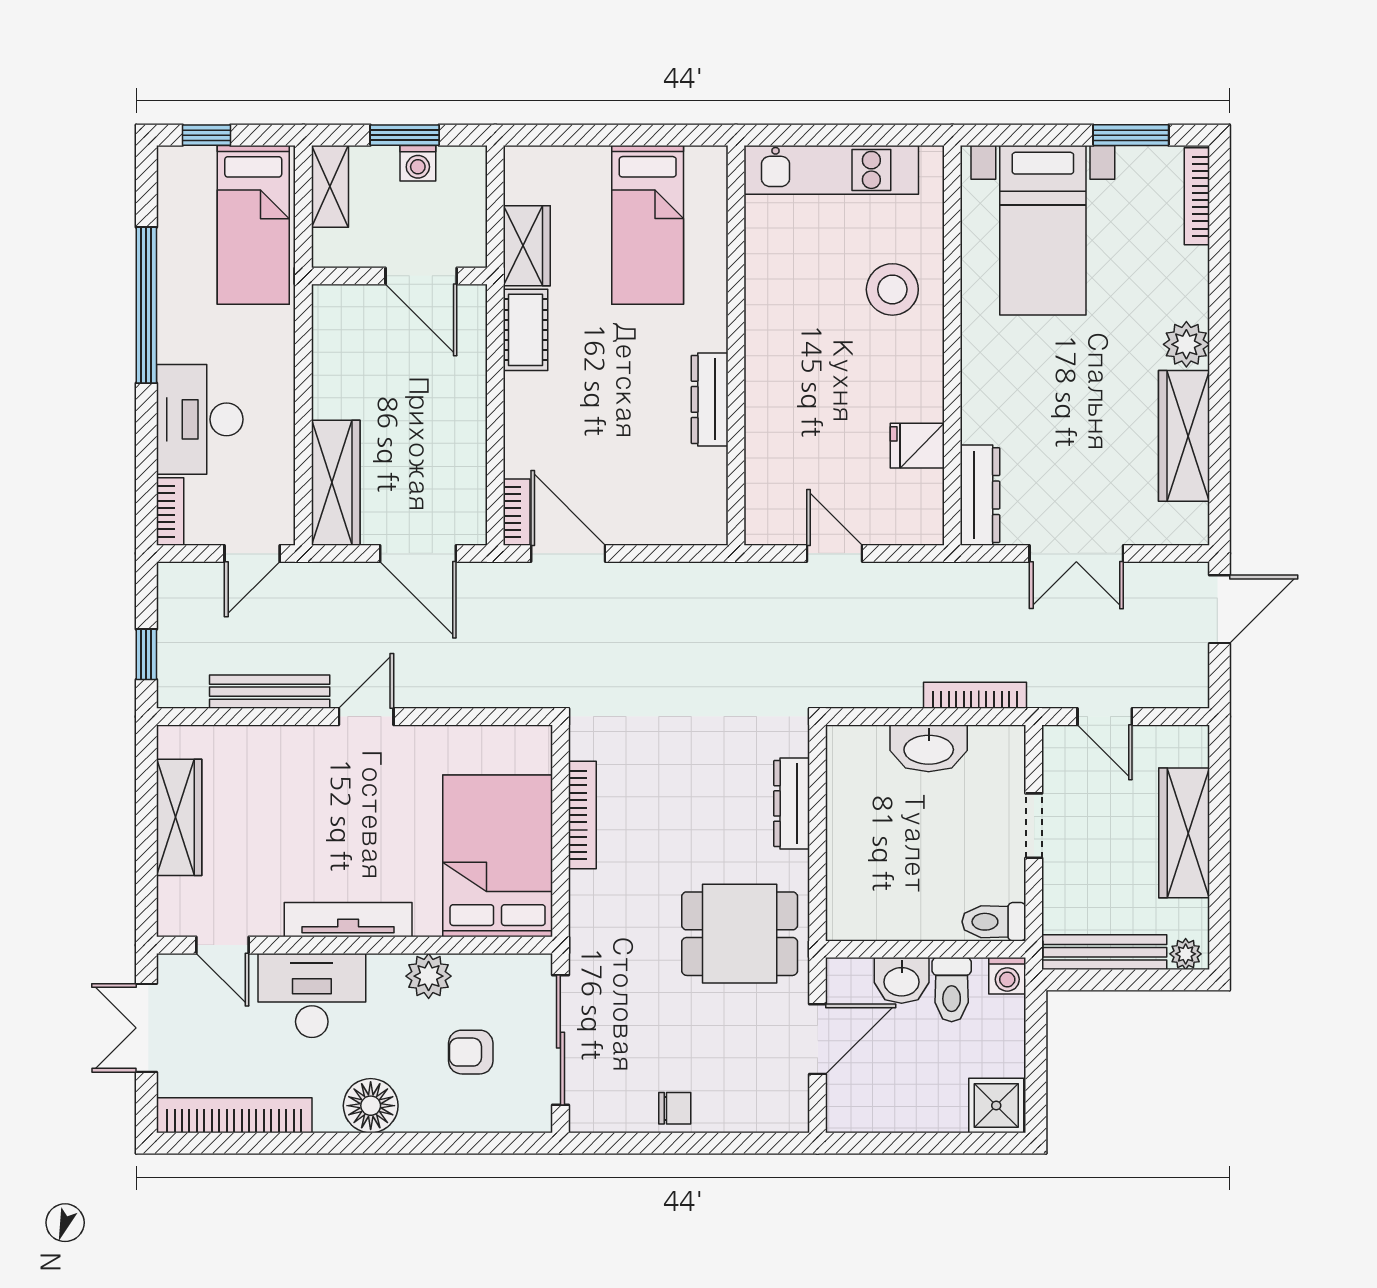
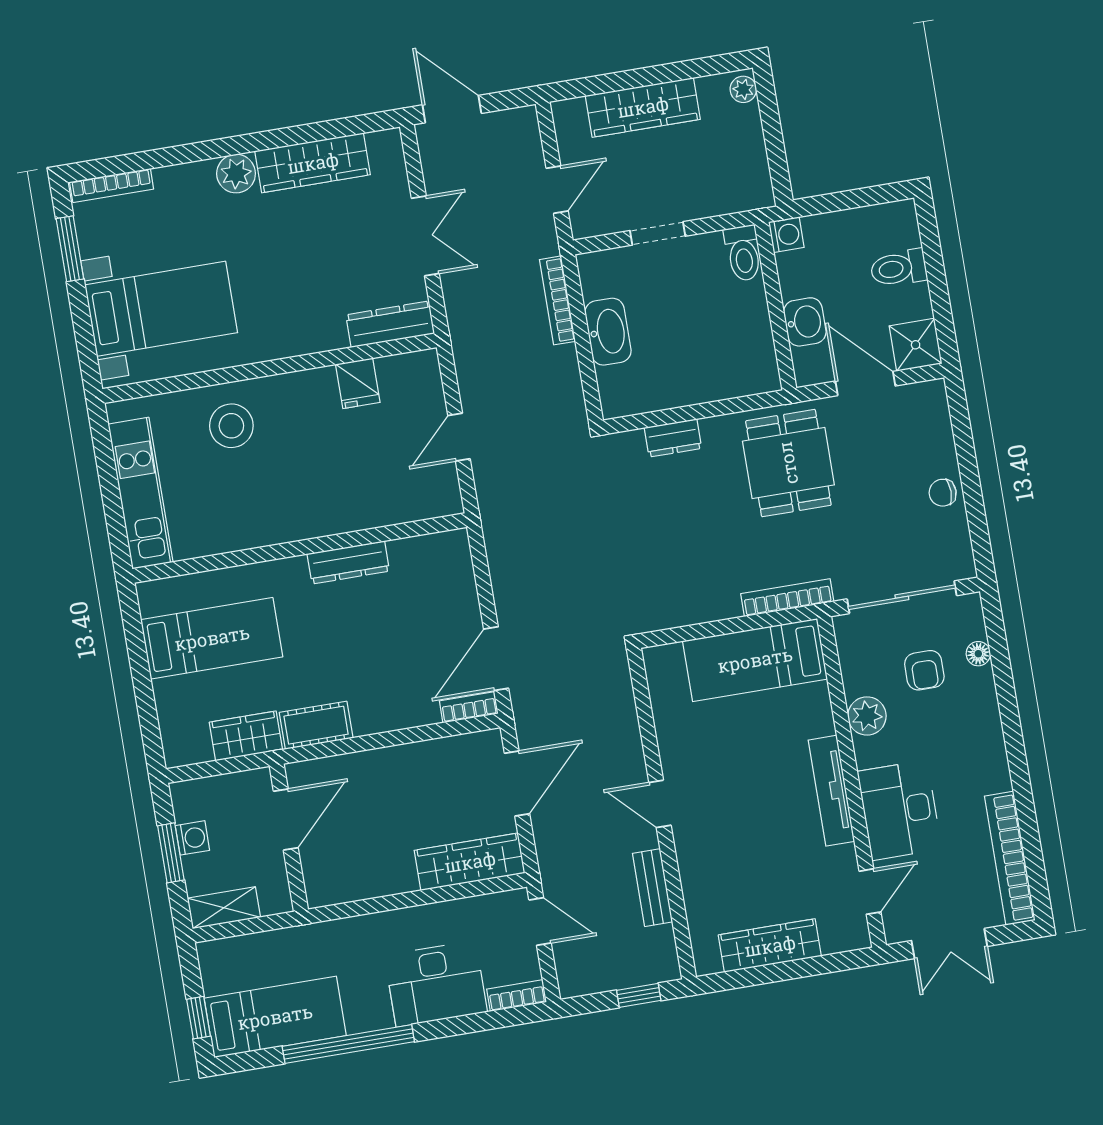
bed: (253, 225) -> (275, 1017), moved
bench: (270, 692) -> (653, 888), width x0.73
dresser: (792, 803) -> (673, 438), width x0.70
bookcase: (582, 815) -> (787, 598), moved
bed: (498, 856) -> (755, 660), width x0.67
bench: (1104, 952) -> (753, 157), removed
toilet: (952, 990) -> (899, 268), moved, turned 180
shower: (996, 1105) -> (916, 345), moved
floor lamp: (371, 1106) -> (978, 654), moved, width x0.53, depth x0.53
chair: (675, 1108) -> (943, 493), turned -90

